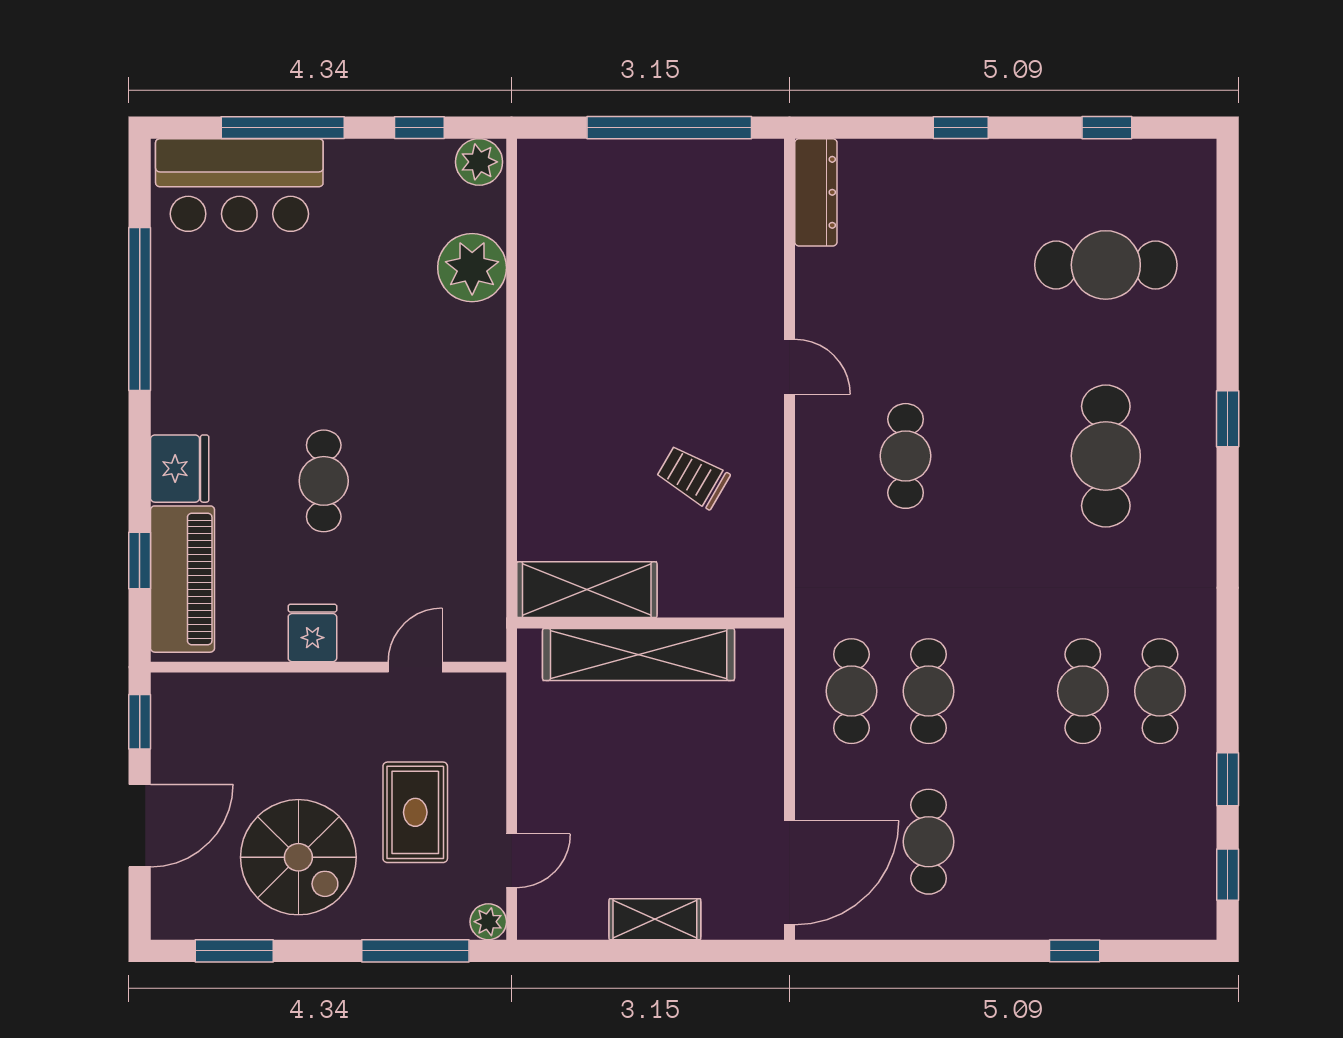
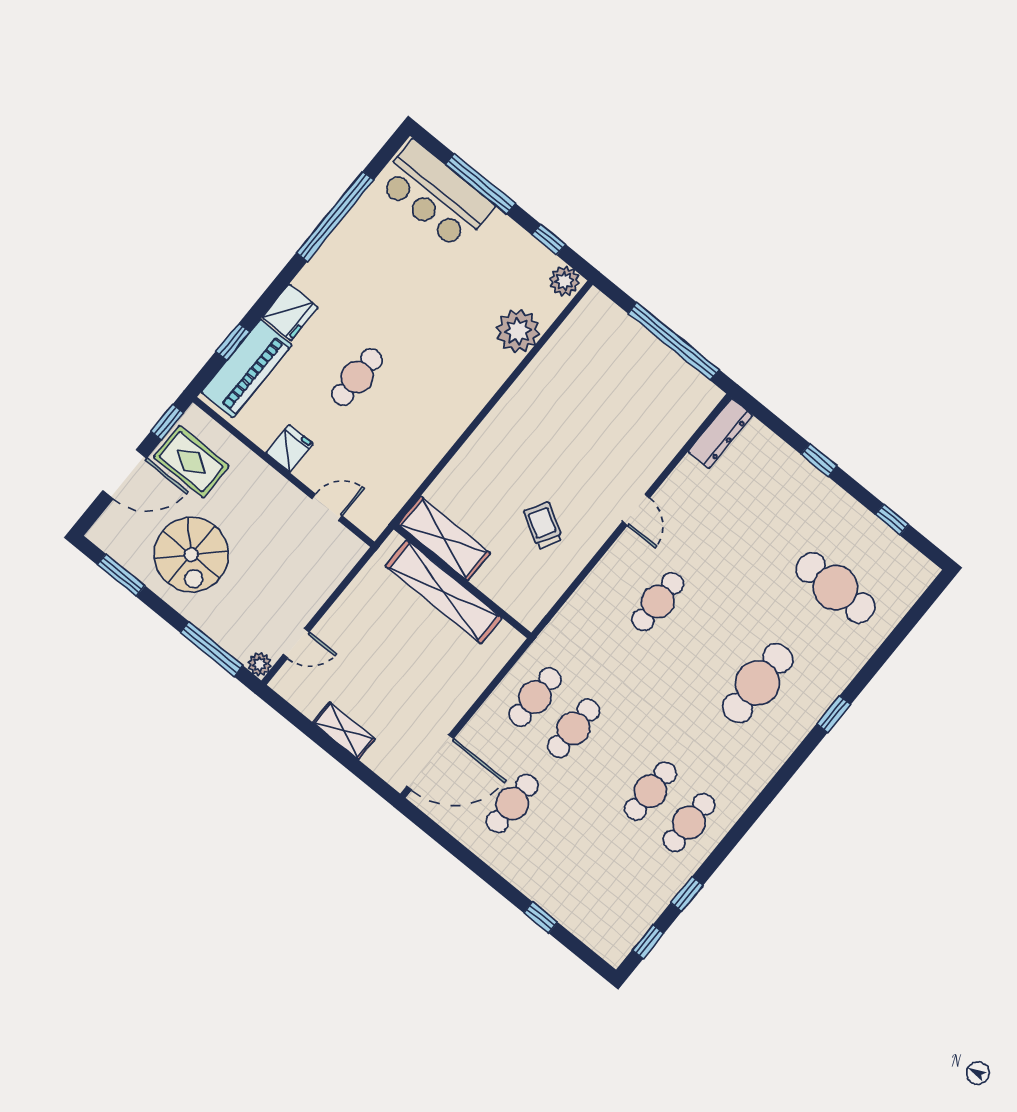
rug: (415, 812) -> (191, 462), moved, turned 90

